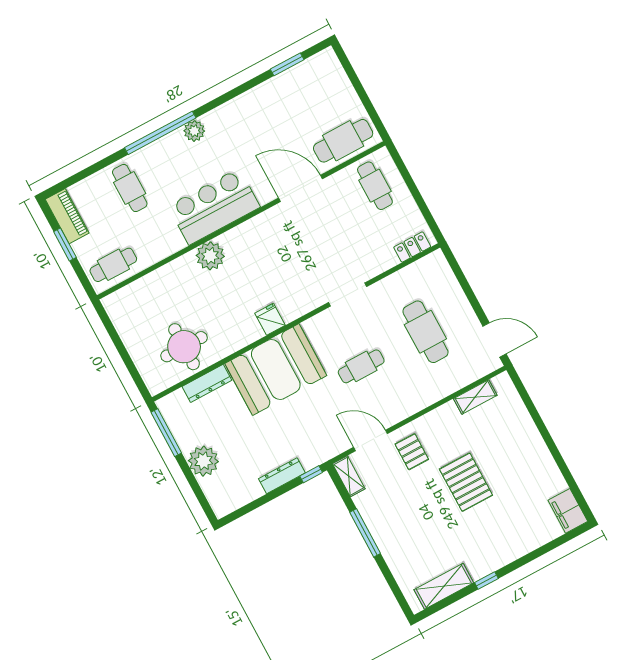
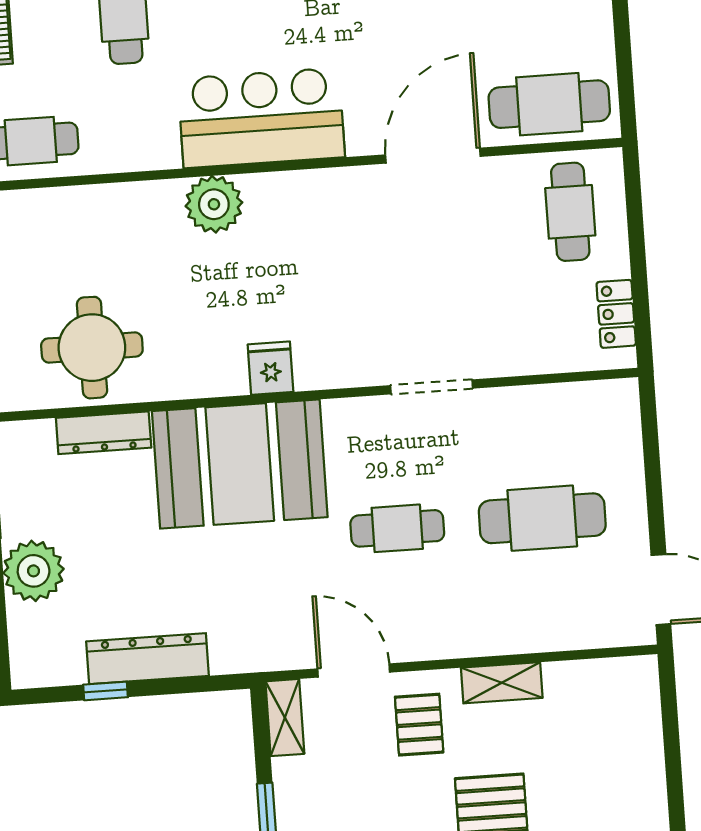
door: (300, 188) -> (433, 156), hinge flipped
locker: (412, 247) -> (616, 314), moved, turned -90
cafe table: (425, 332) -> (542, 518), turned 90
shelving: (475, 397) -> (502, 683), moved
window: (311, 474) -> (106, 691), moved
dresser: (282, 476) -> (148, 659), width x1.37, depth x1.24

